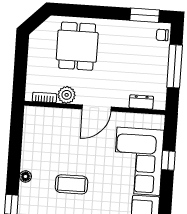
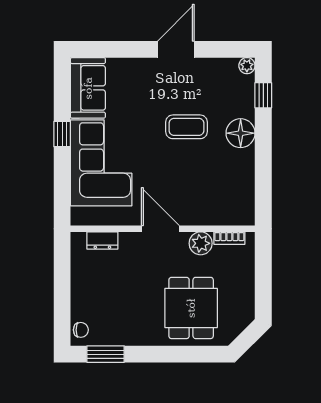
window: (175, 66) -> (62, 290), removed
door: (97, 108) -> (160, 229), hinge flipped
window: (168, 160) -> (62, 134), moved
floor lamp: (25, 176) -> (241, 133), width x1.89, depth x1.89

